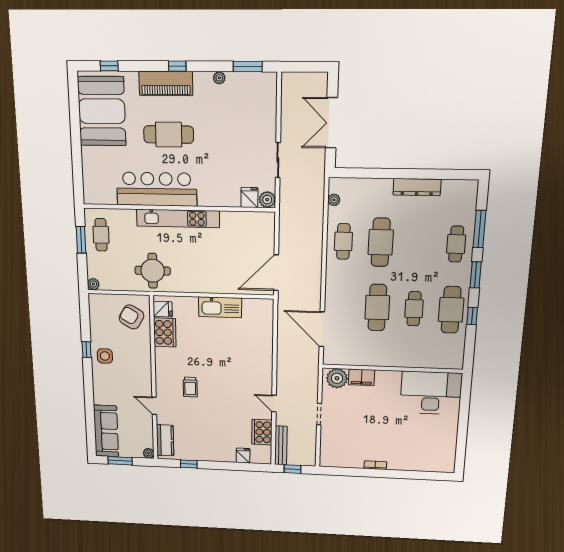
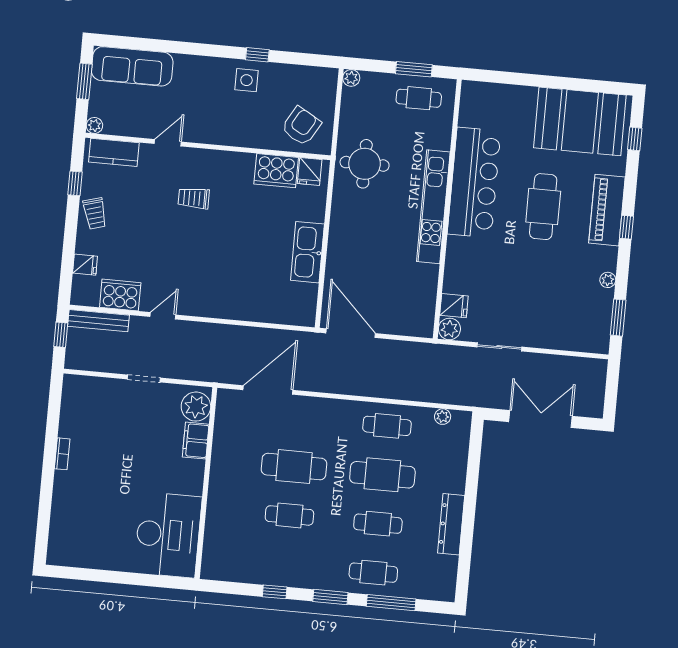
cafe table: (451, 310) -> (378, 524), moved, width x0.73, depth x0.74
trolley: (208, 451) -> (95, 213), added

